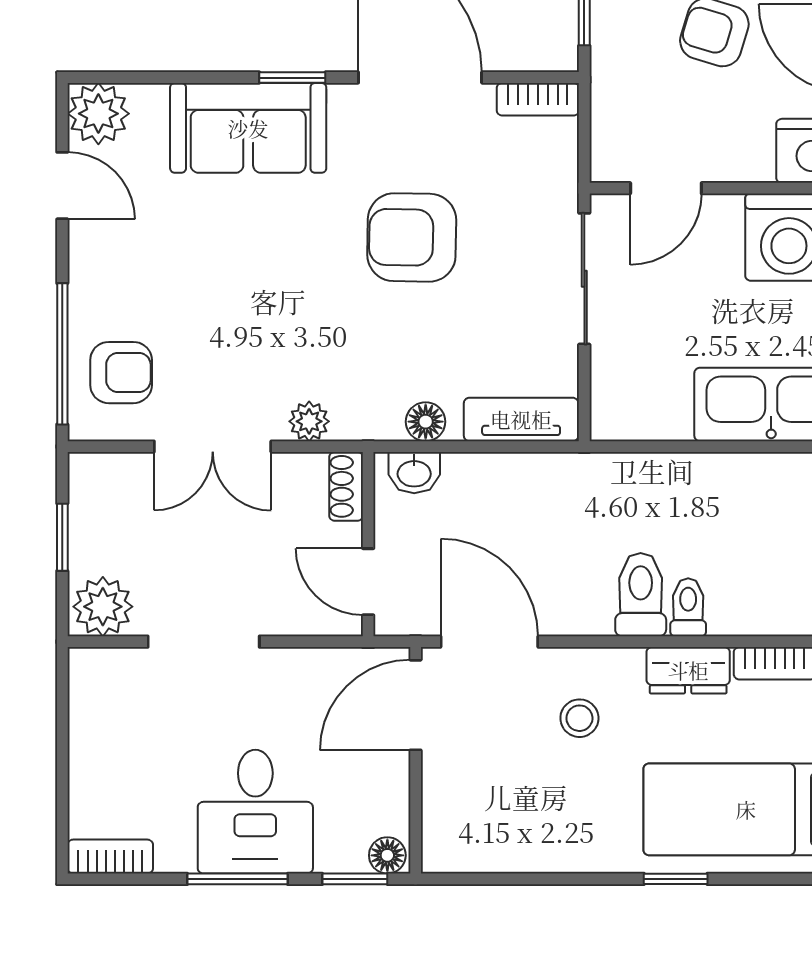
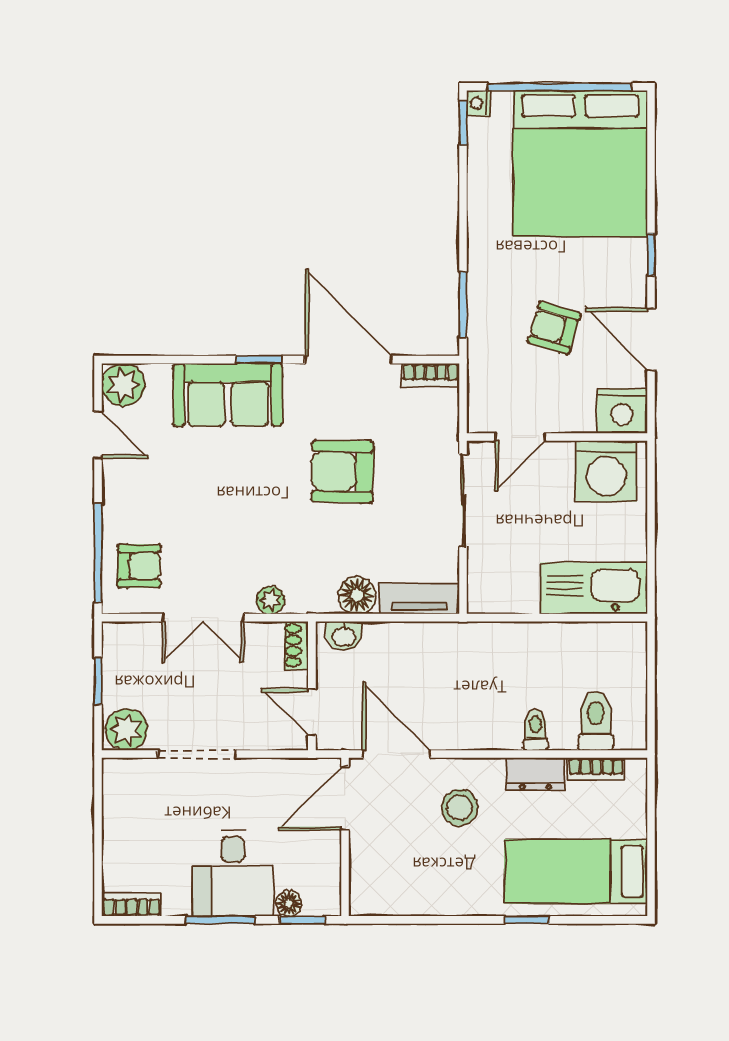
floor lamp: (426, 422) -> (357, 595), width x1.37, depth x1.37
toilet: (641, 595) -> (596, 721), moved
stool: (579, 718) -> (460, 808), width x1.37, depth x1.37
floor lamp: (387, 855) -> (289, 903), moved

